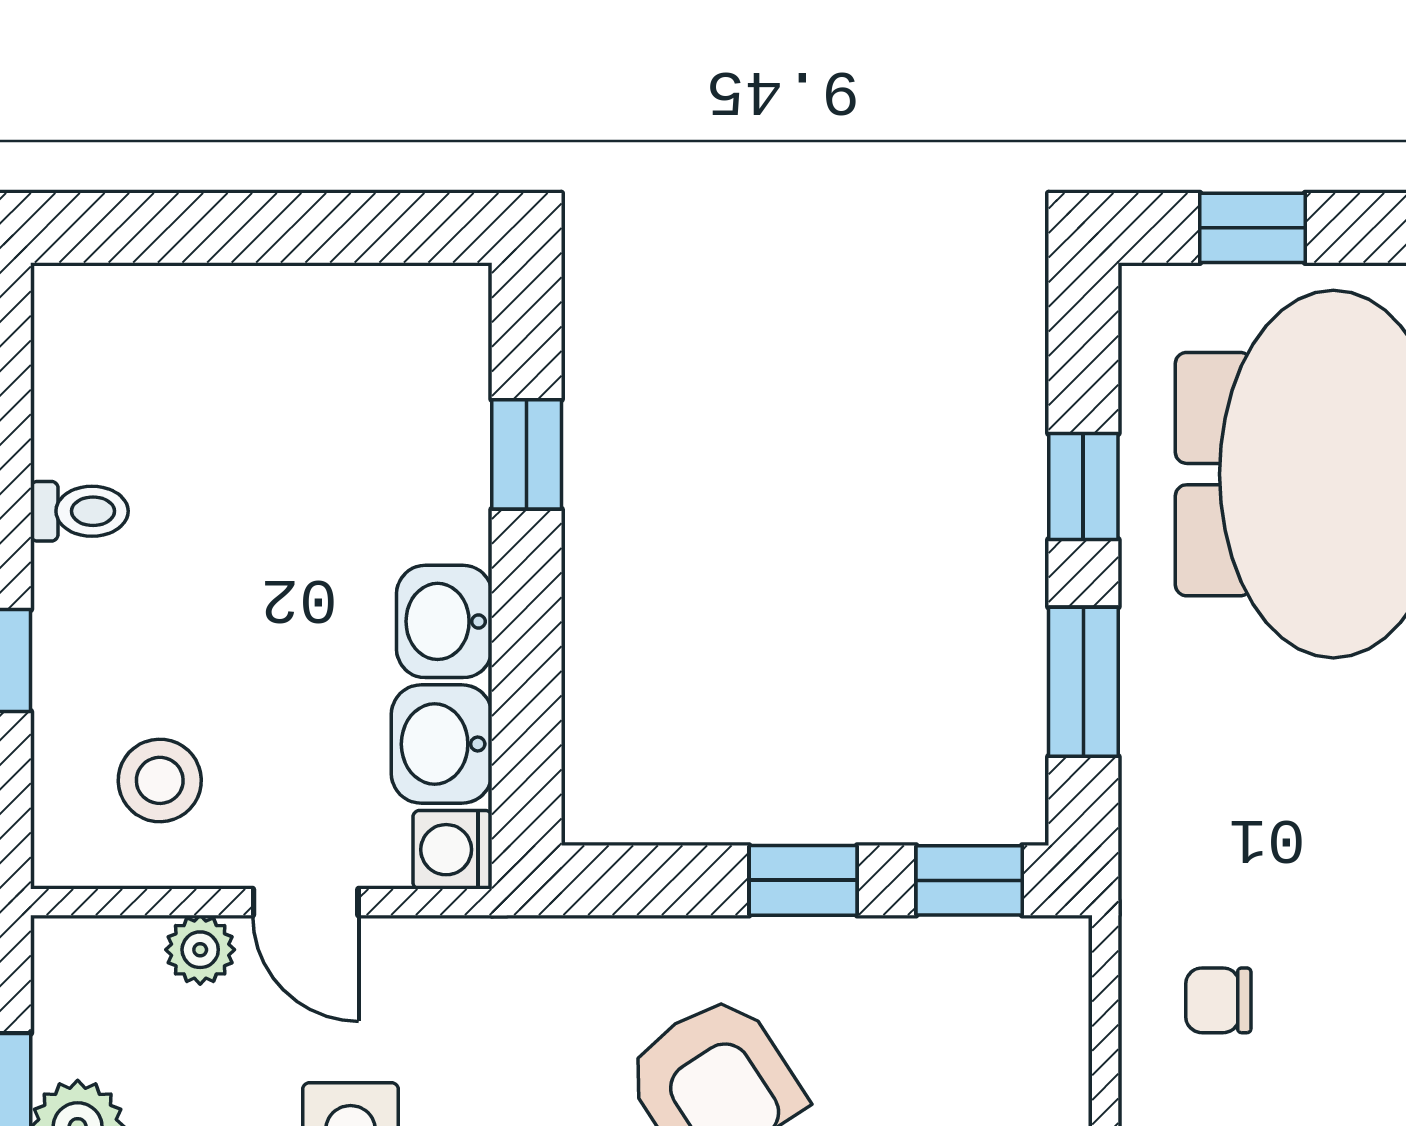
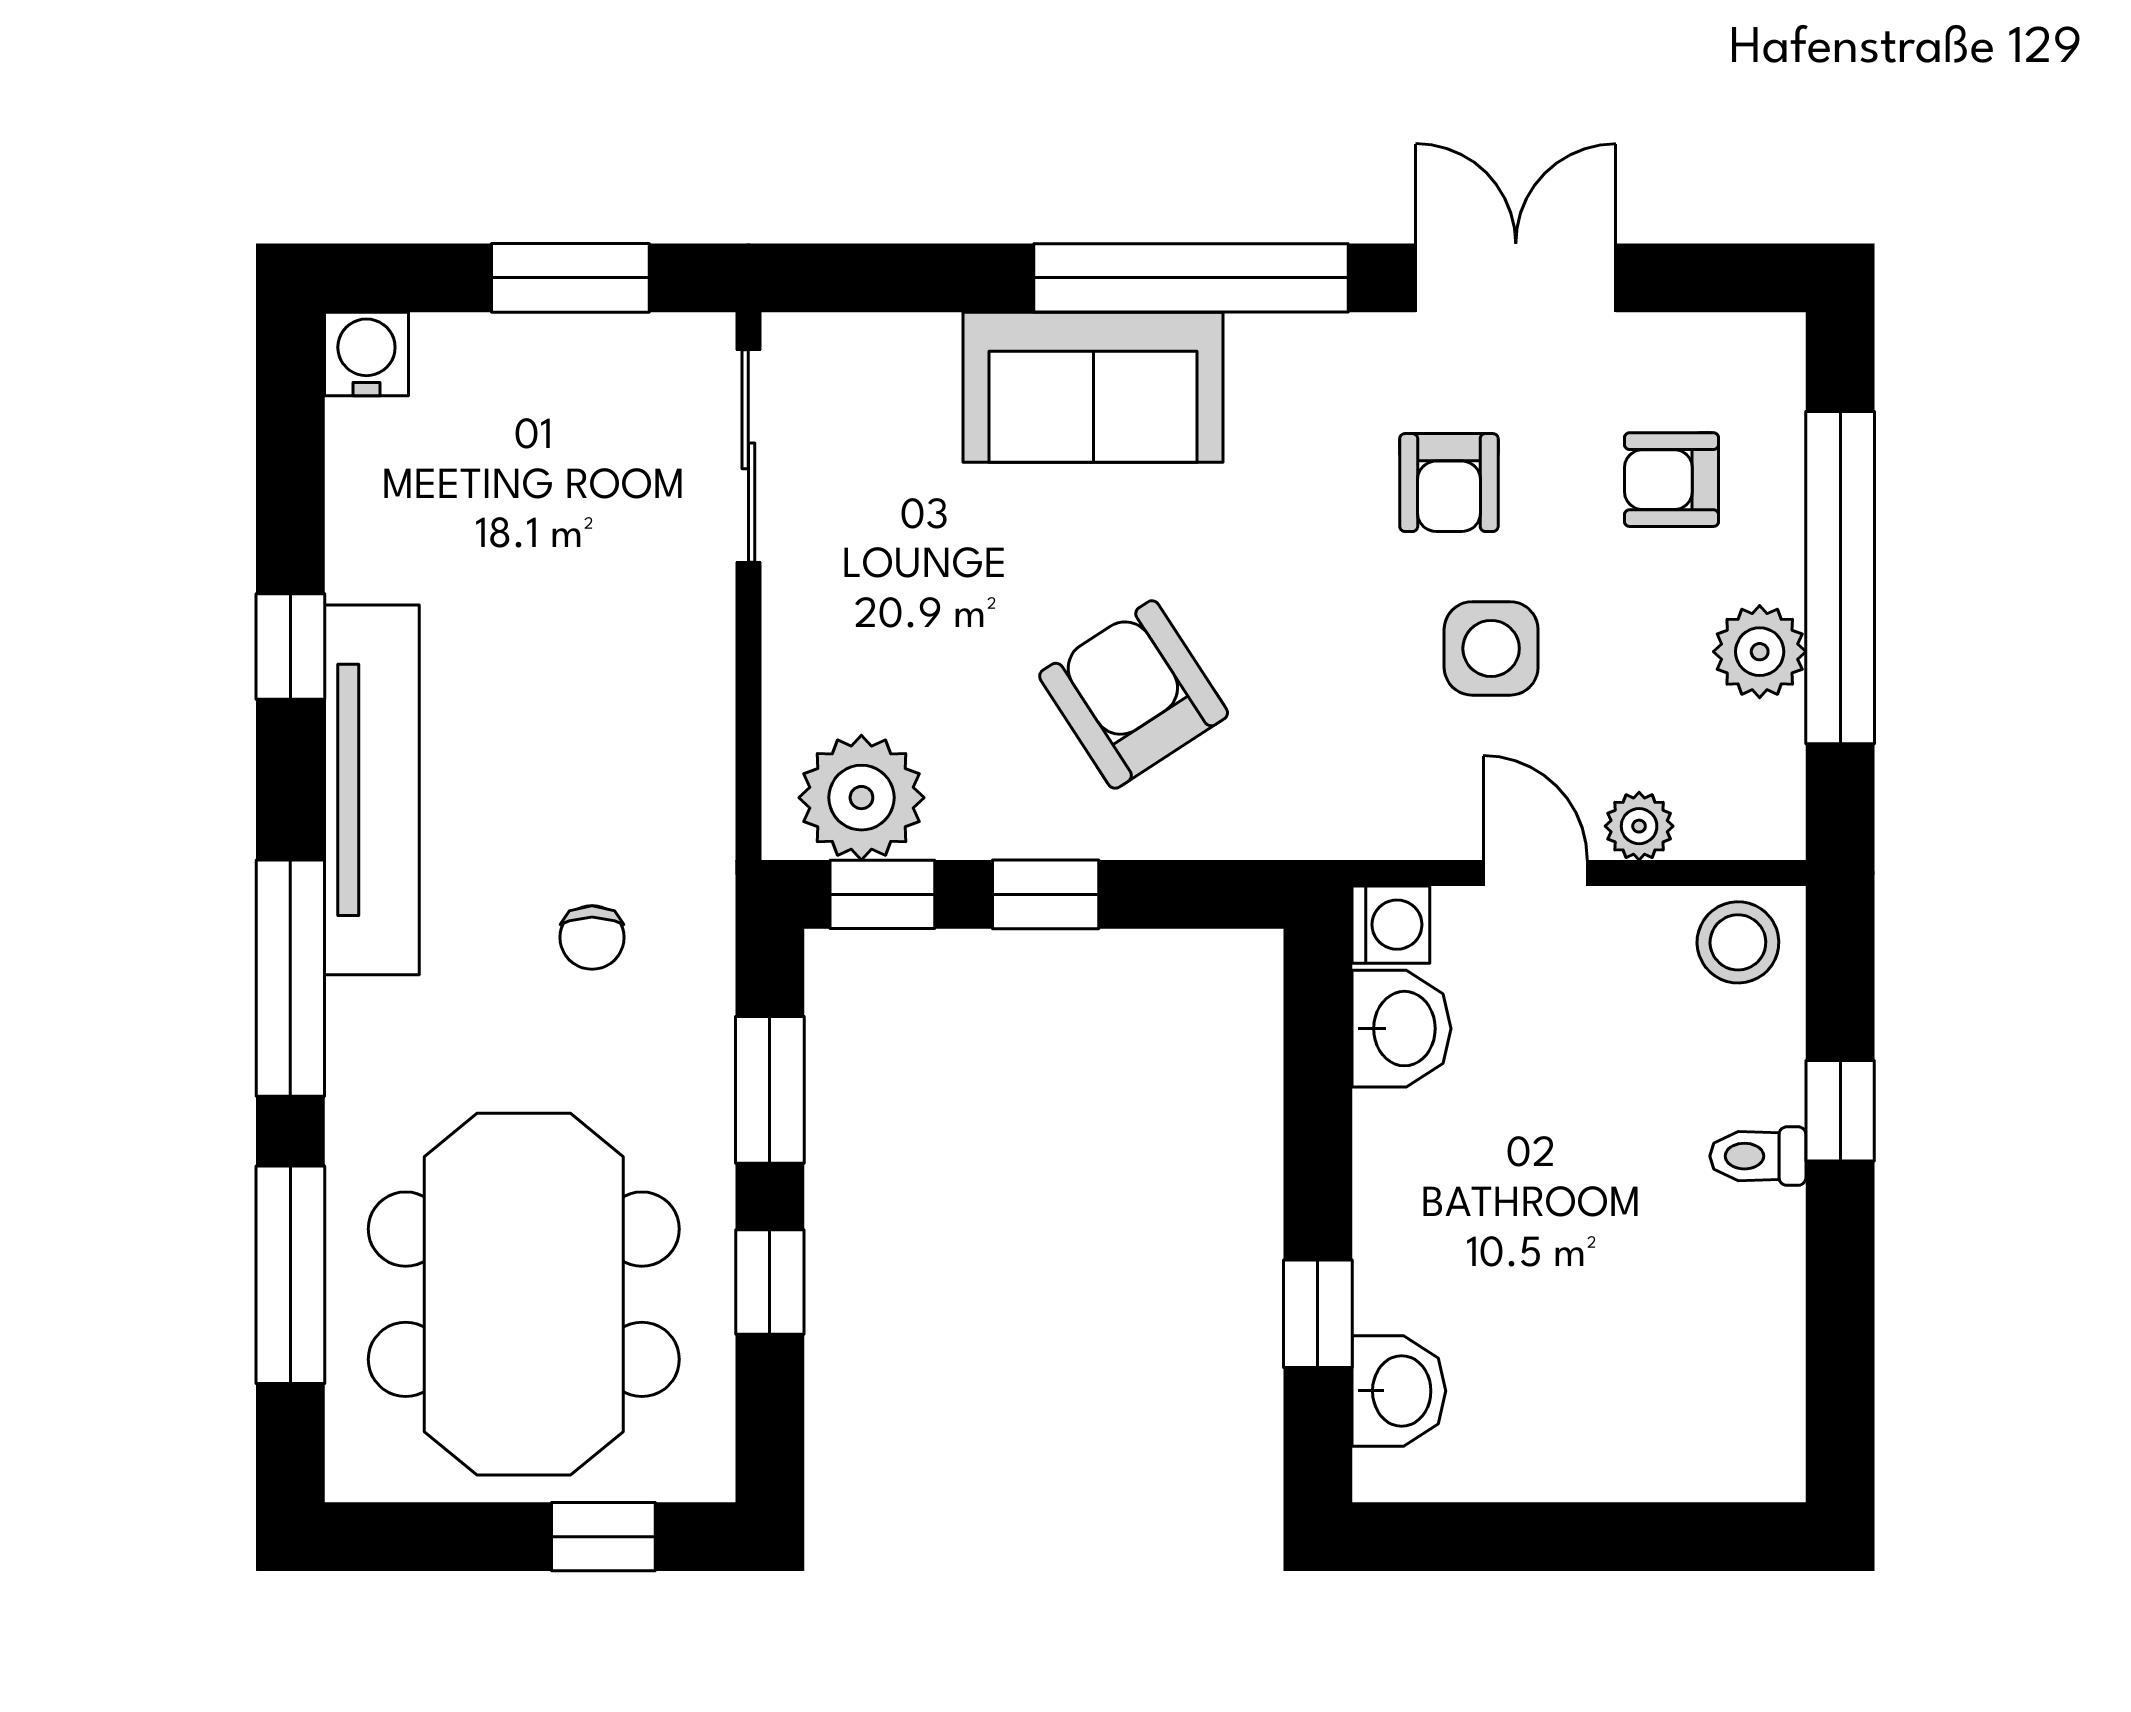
toilet: (79, 511) -> (1758, 1156), moved
washbasin: (444, 621) -> (1399, 1391), moved
stool: (160, 780) -> (1738, 942), moved
plant: (990, 979) -> (861, 798), added
chair: (1218, 1000) -> (592, 937), moved, turned 90

